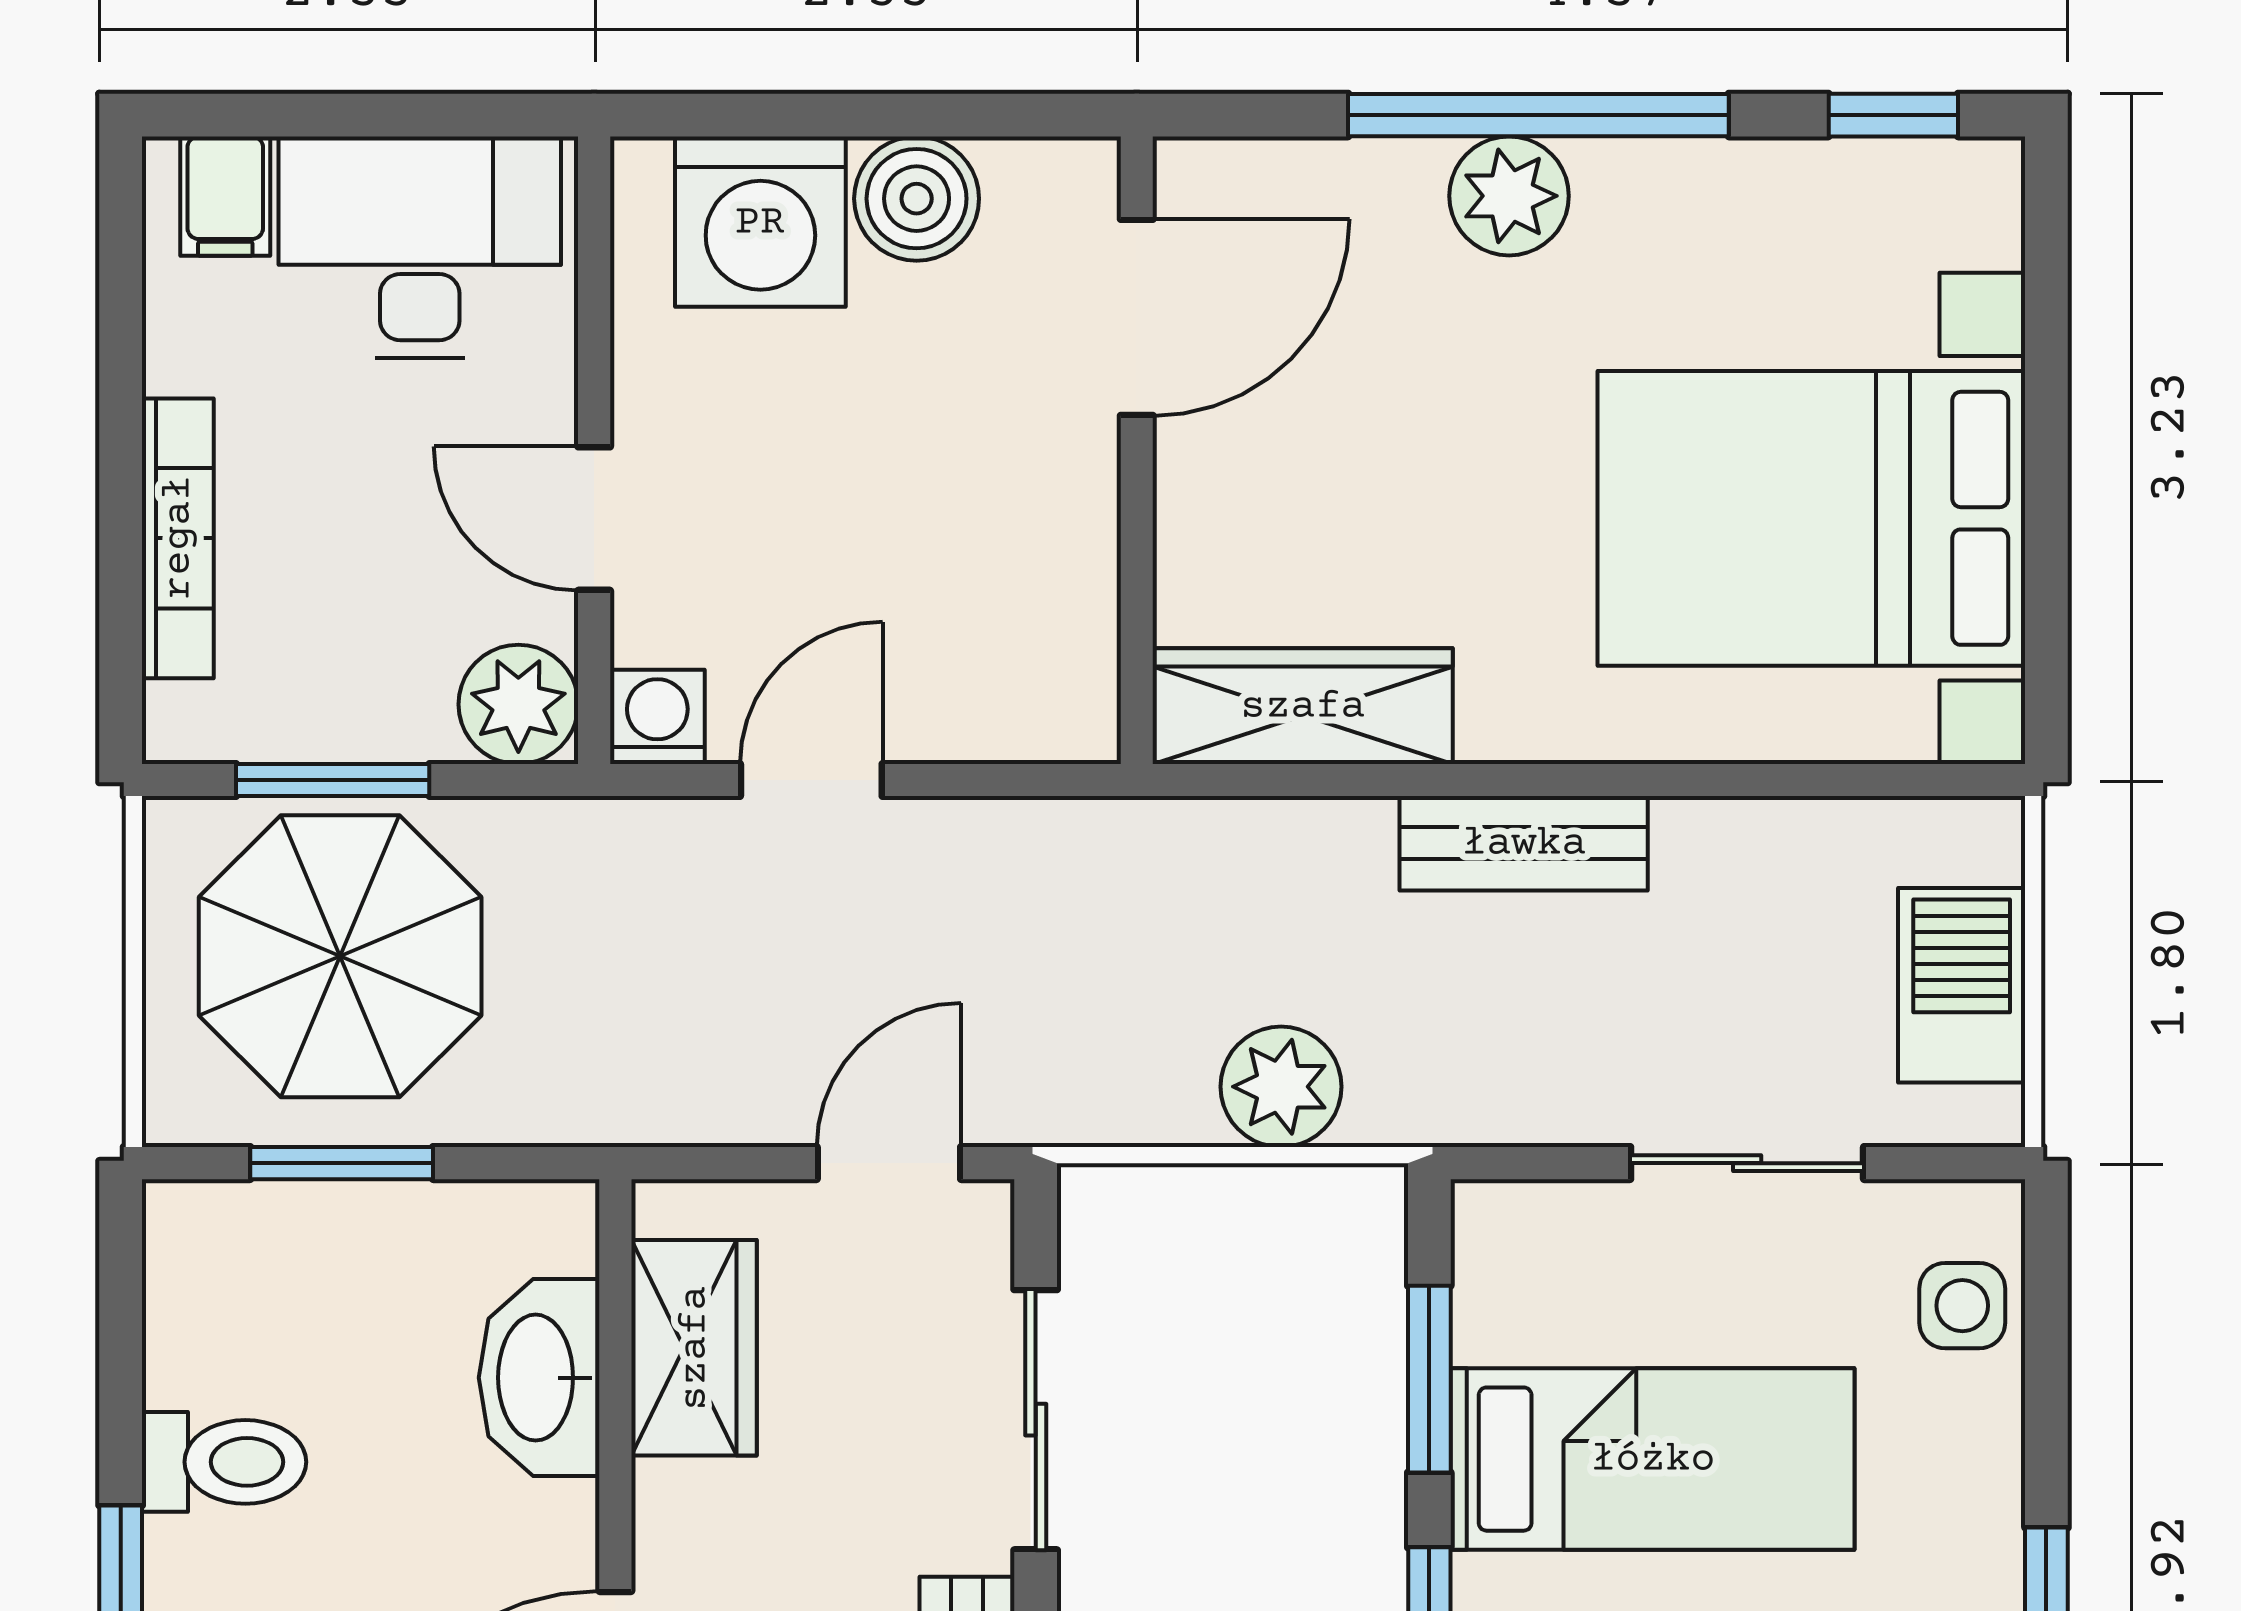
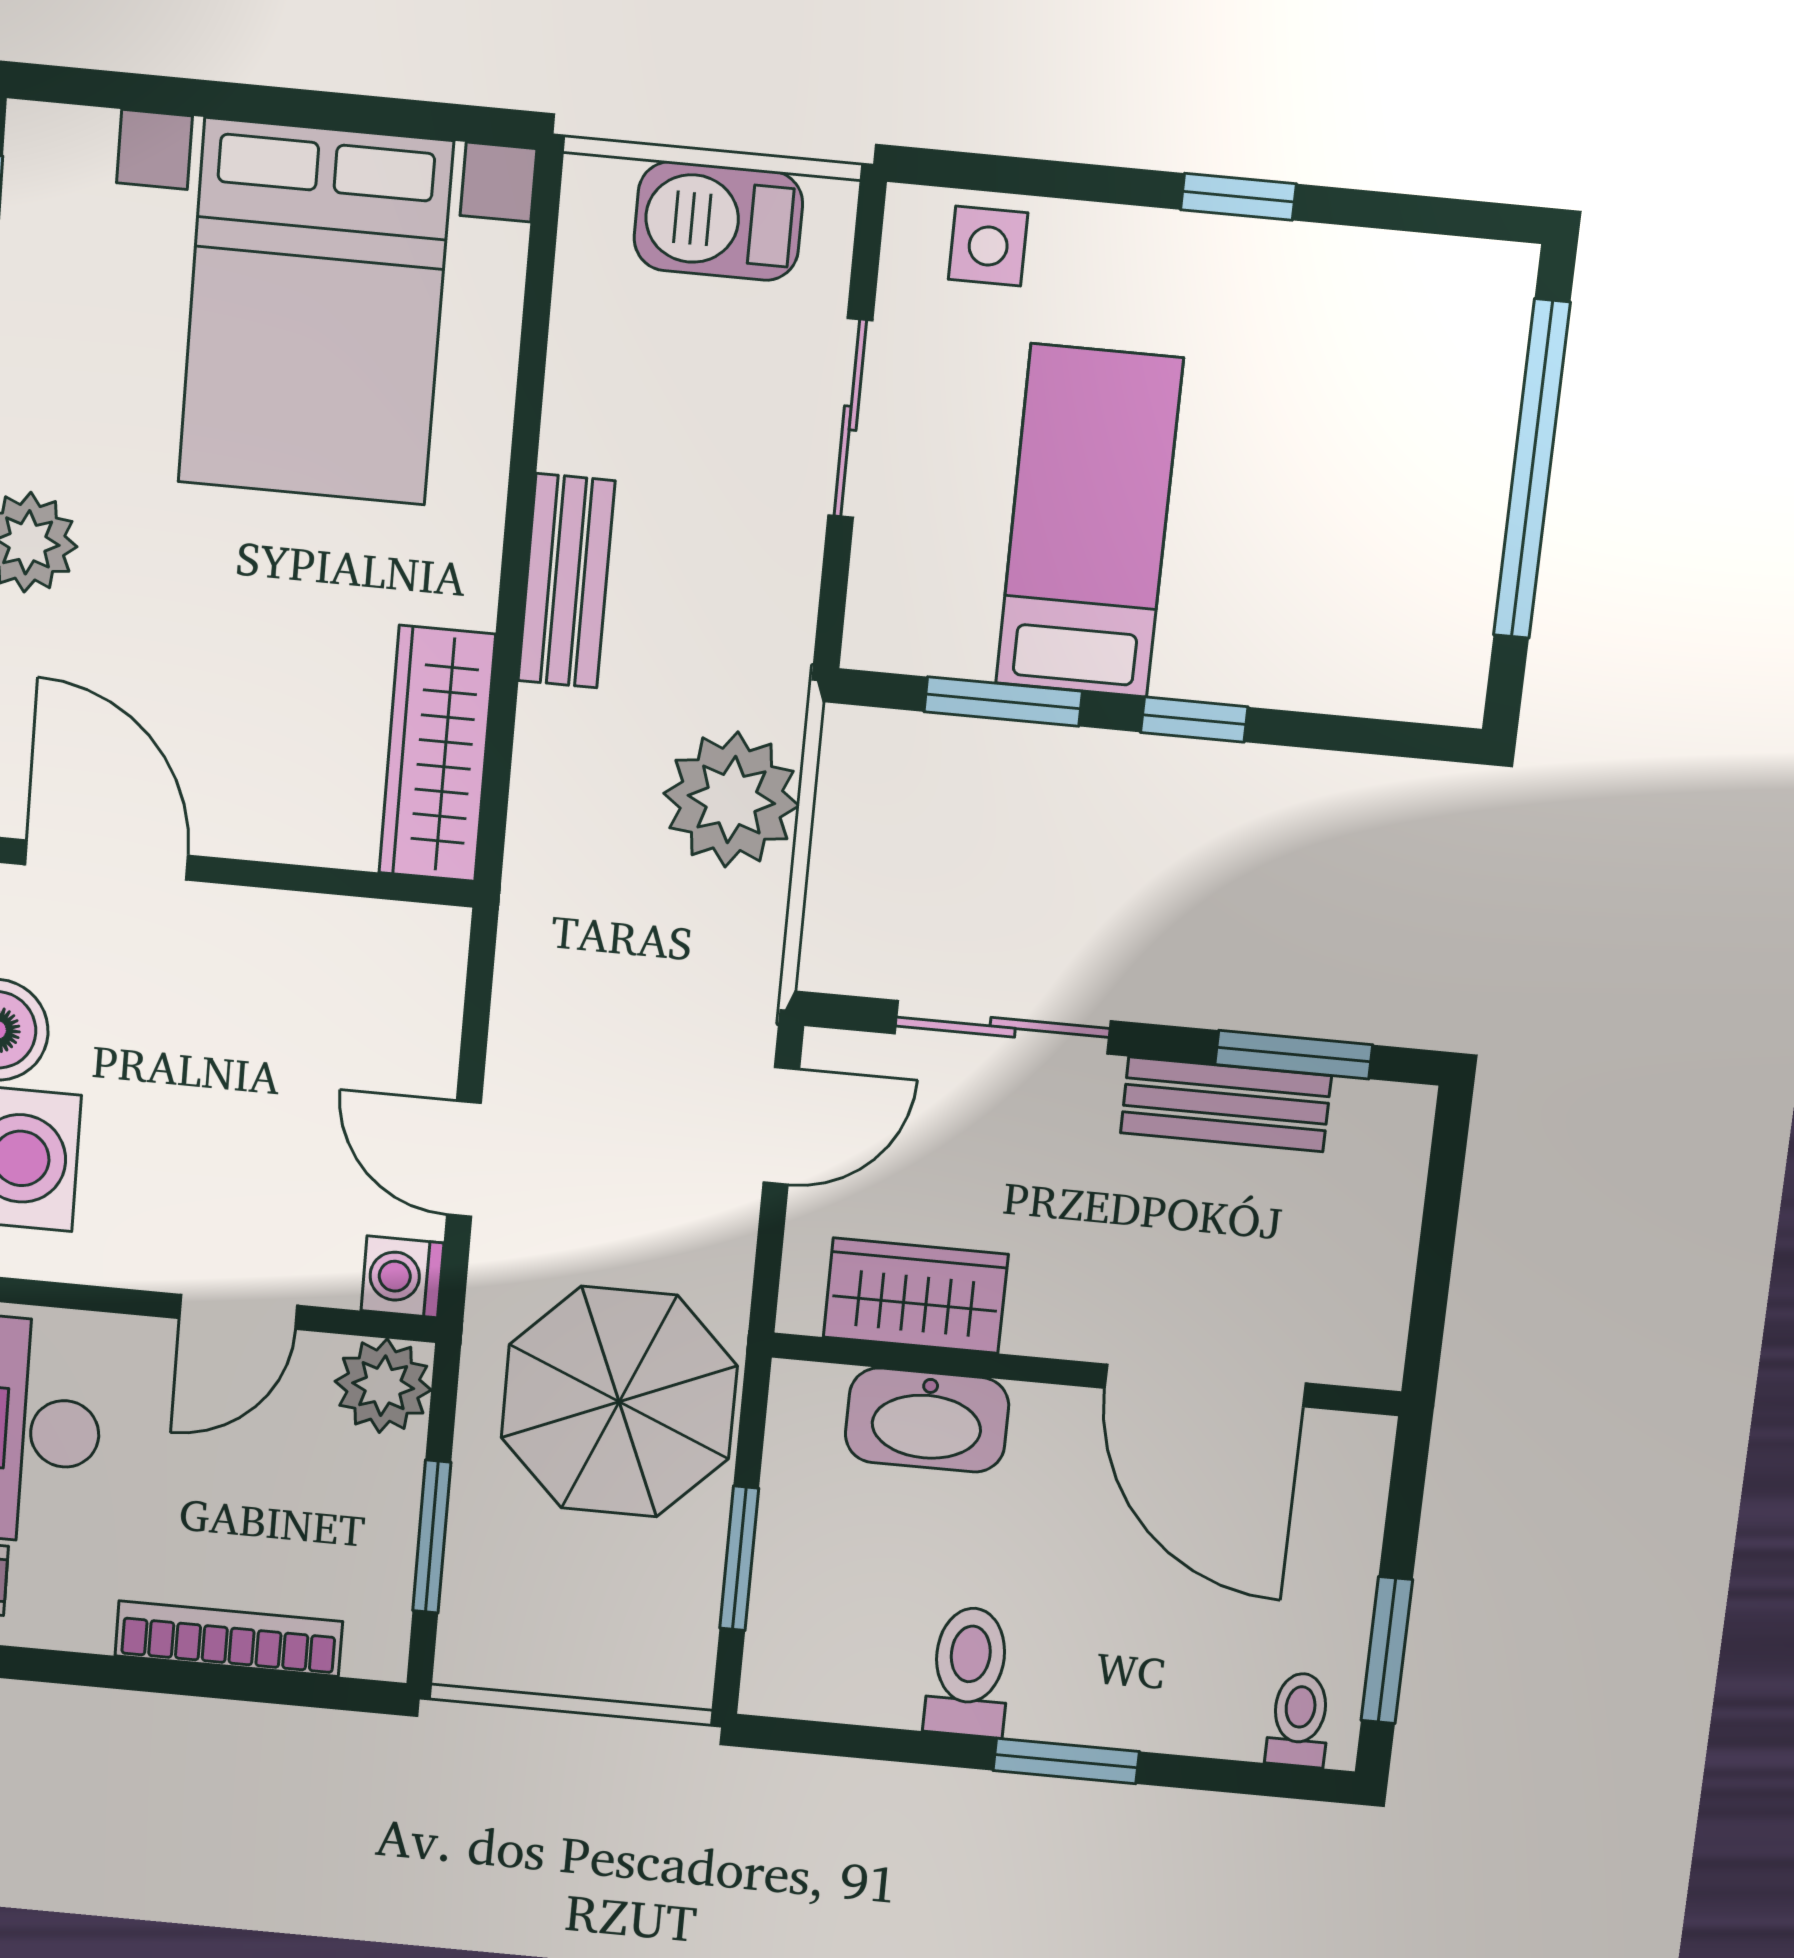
parasol: (340, 956) -> (619, 1402), moved
plant: (1281, 1087) -> (731, 800), width x1.36, depth x1.36
door: (889, 1163) -> (781, 1126), swing flipped

